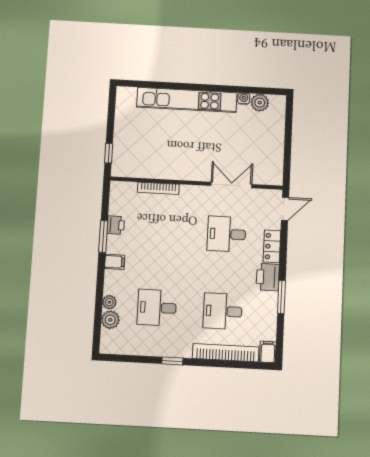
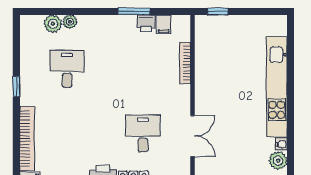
filing cabinet: (115, 262) -> (164, 24), moved
desk: (223, 311) -> (67, 133), removed

